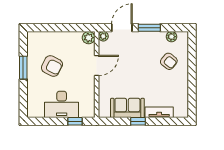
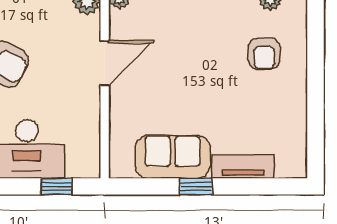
armchair: (169, 61) -> (264, 54), turned 51

